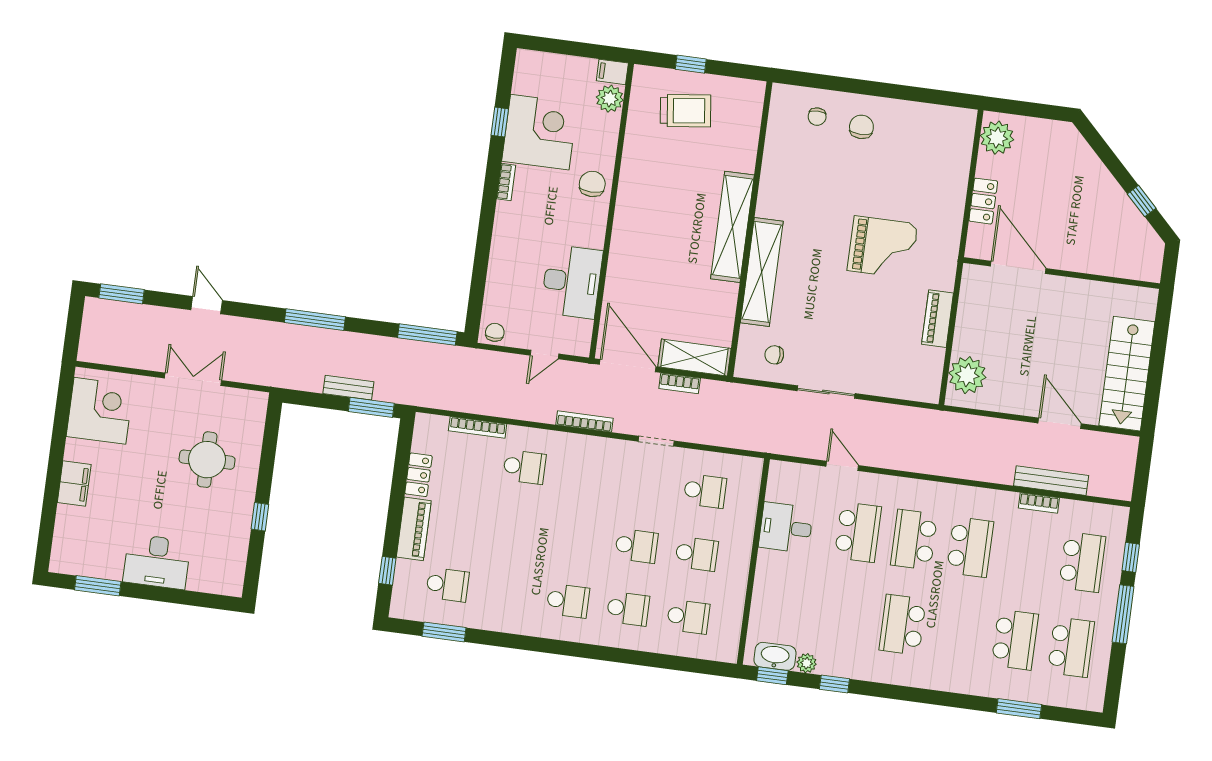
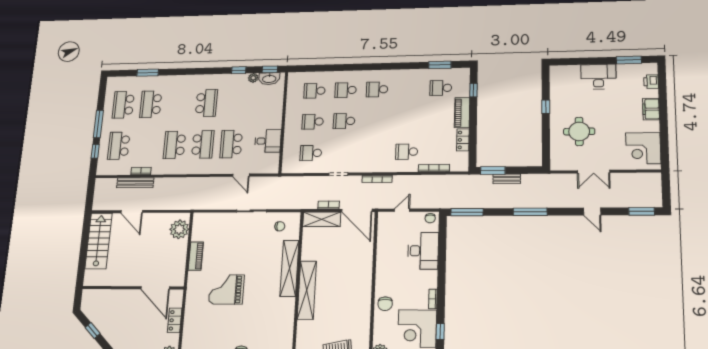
desk: (572, 282) -> (423, 251), moved, turned 180
printer: (65, 537) -> (651, 82), added

